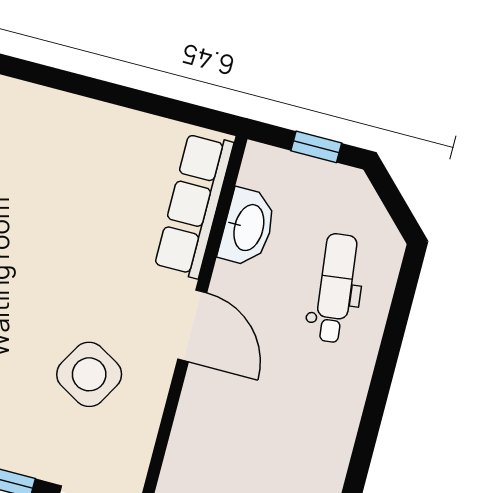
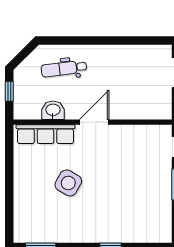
washbasin: (248, 227) -> (53, 110), width x0.72
side table: (89, 374) -> (68, 183), moved

